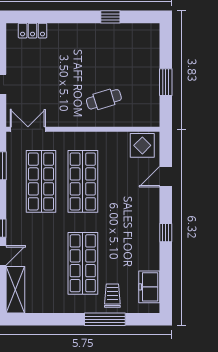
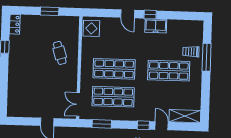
locker: (33, 31) -> (15, 24), moved
door: (166, 177) -> (128, 14), moved
freezer: (149, 287) -> (156, 26), moved

